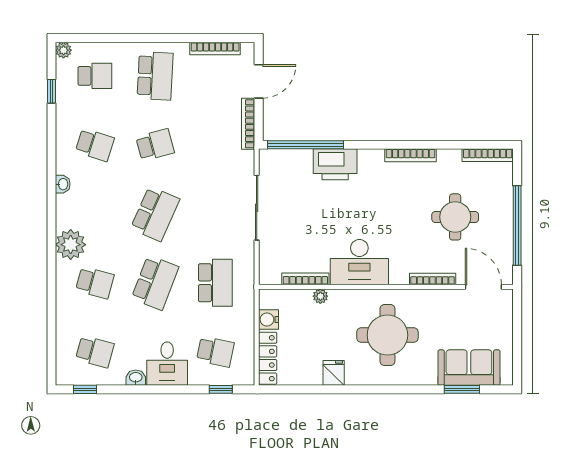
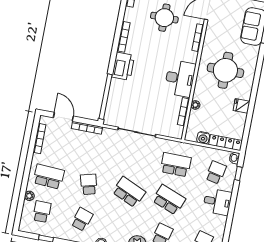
plant: (63, 50) -> (29, 196), moved
printer: (335, 164) -> (123, 66), moved
washbasin: (136, 378) -> (234, 158), moved

